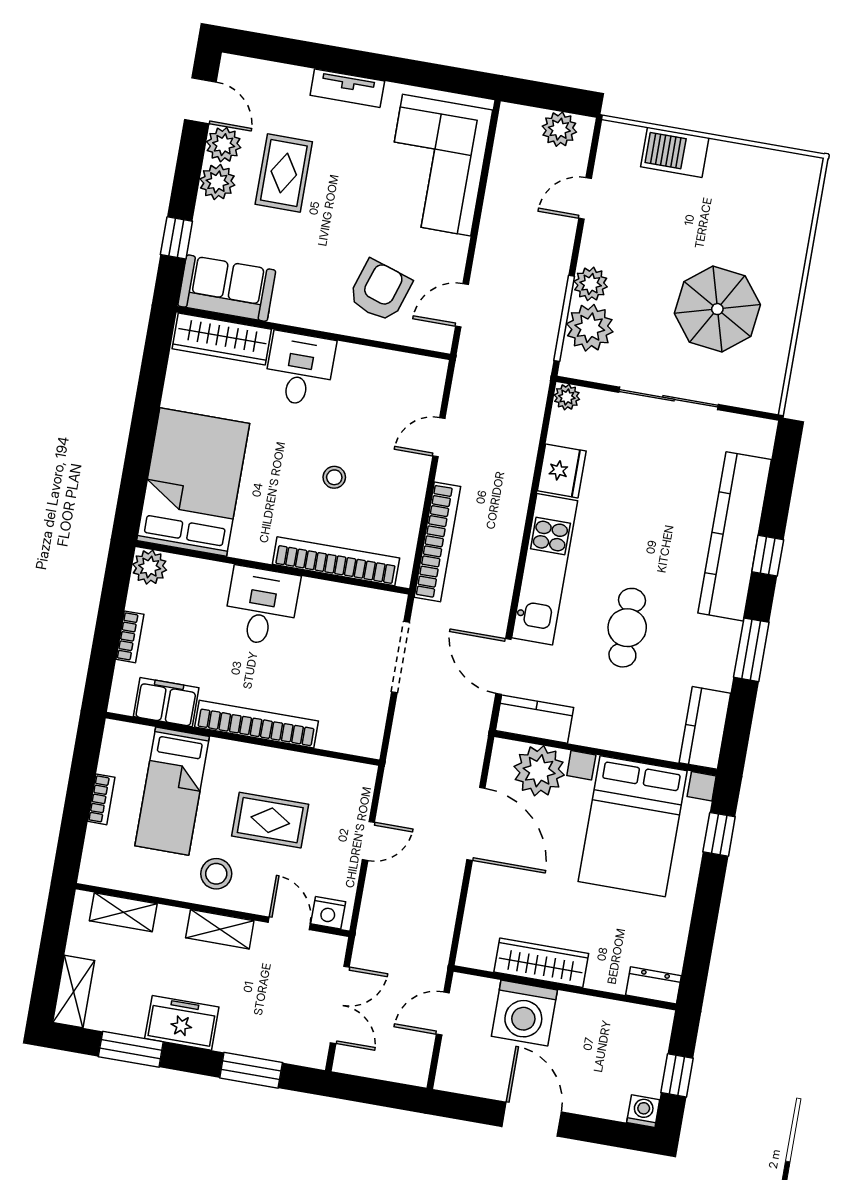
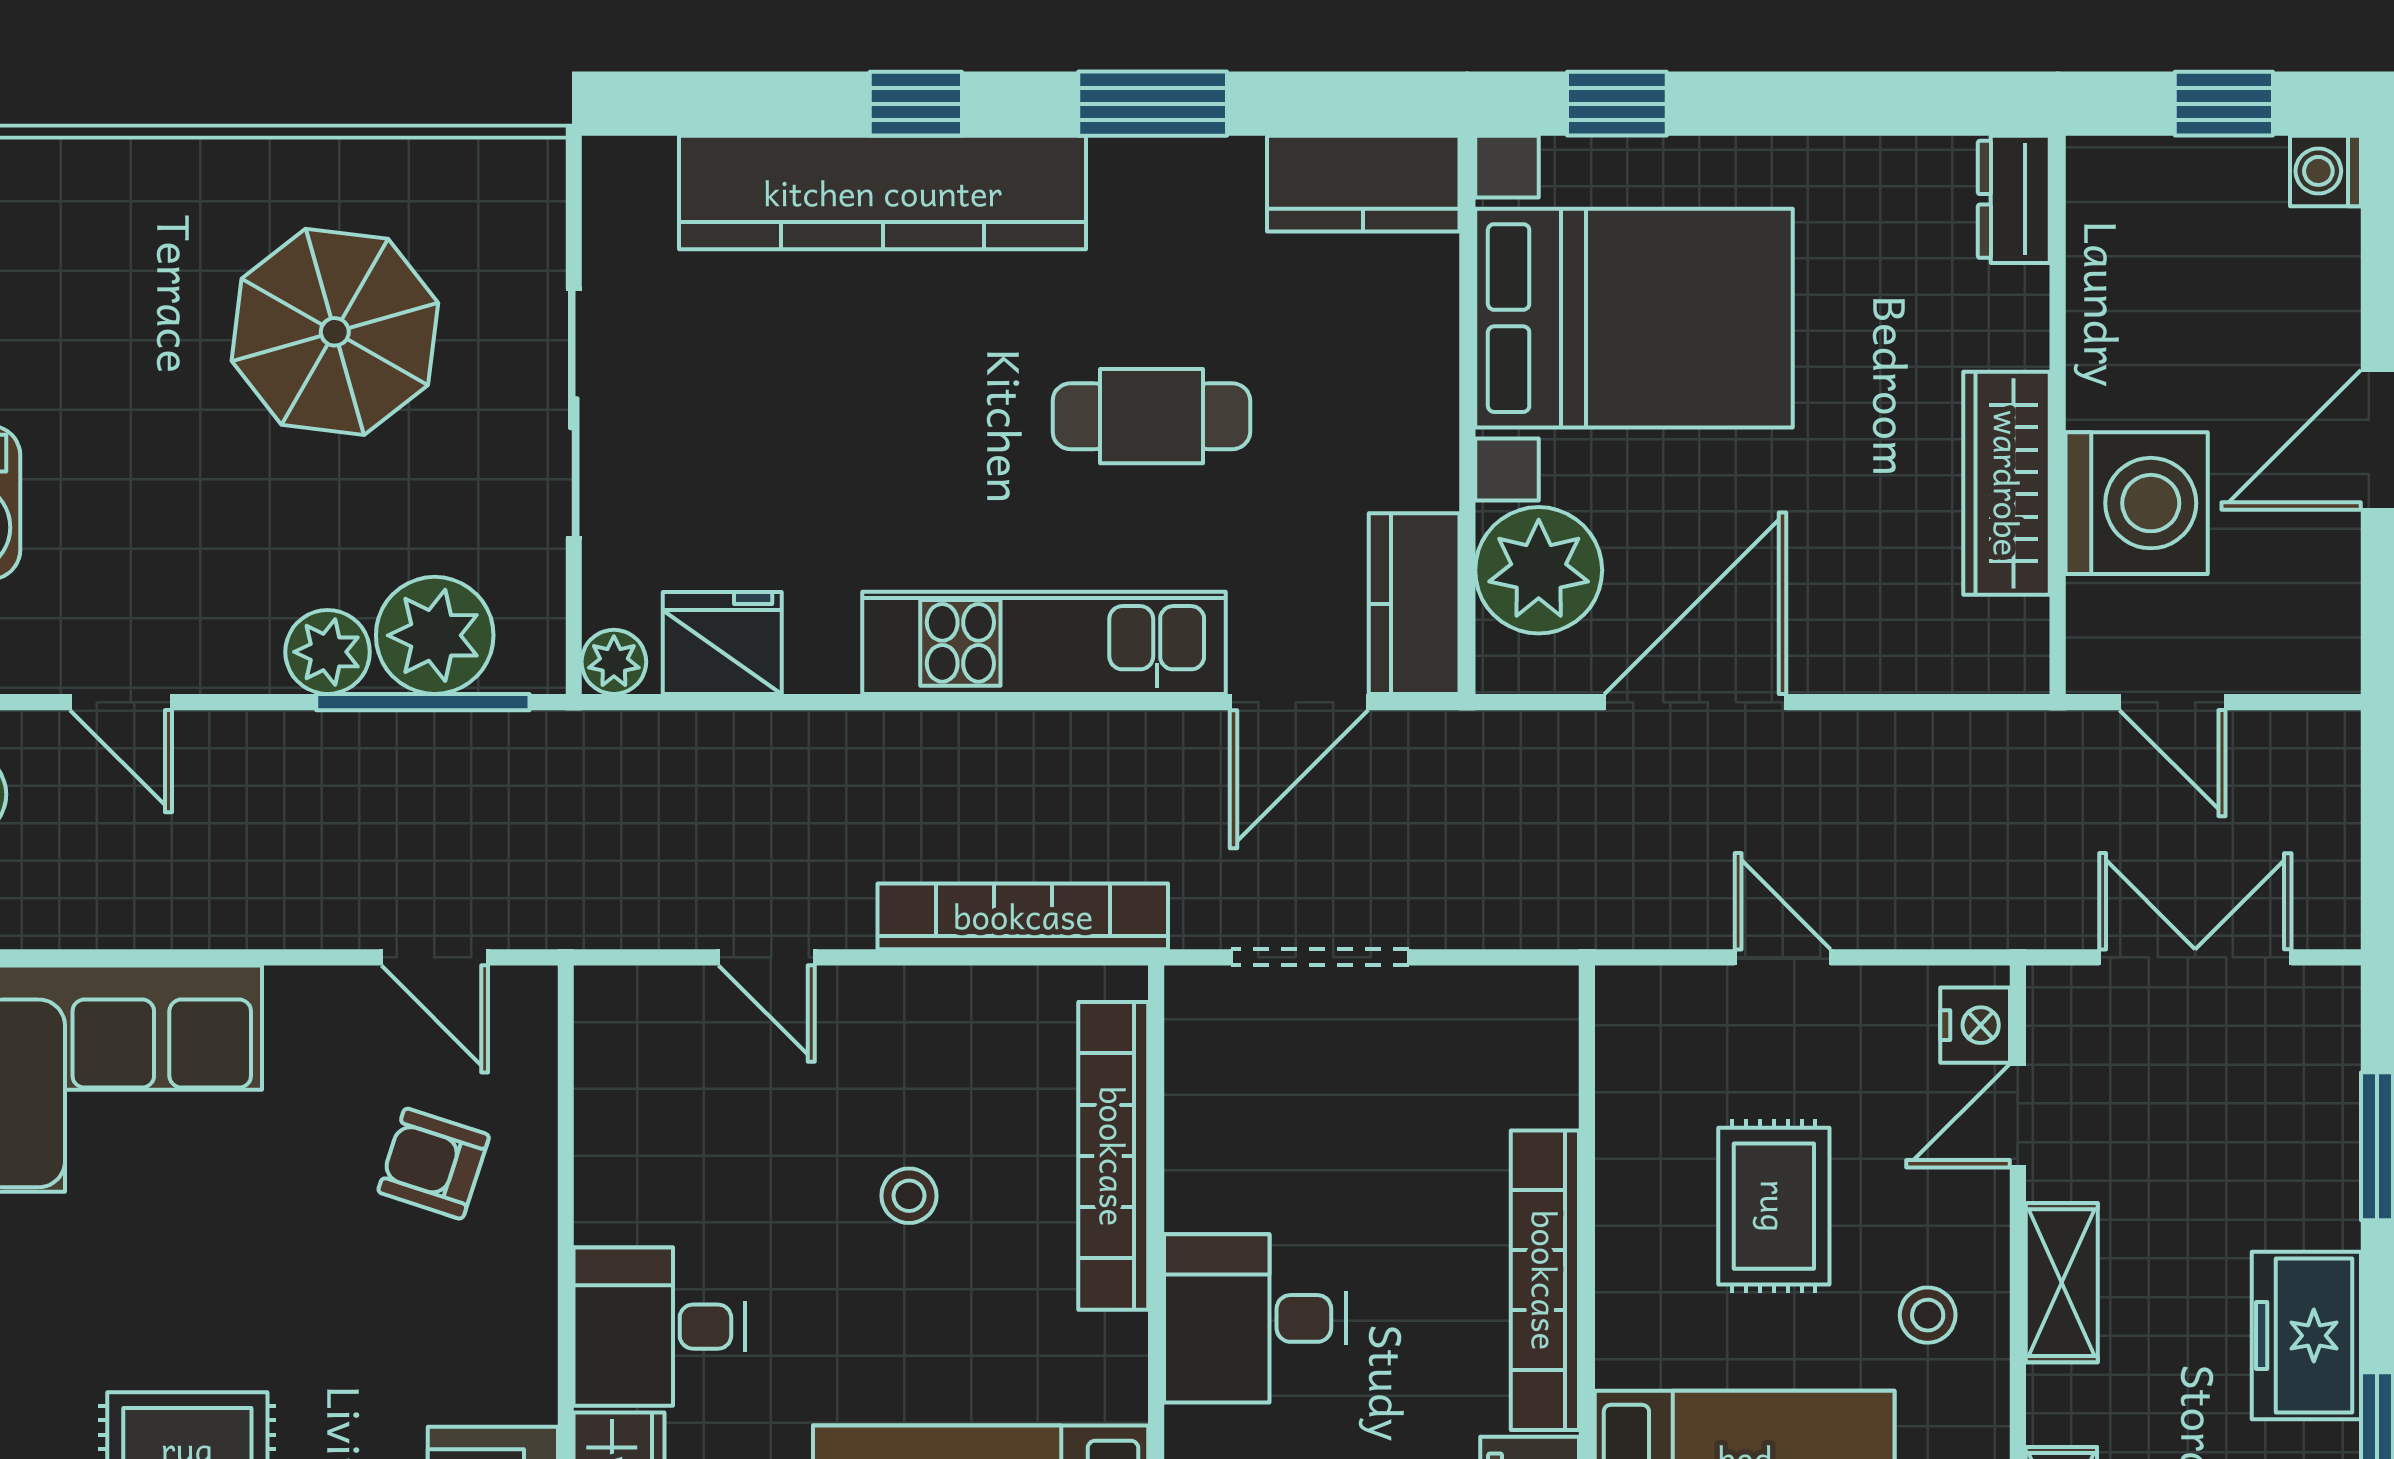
armchair: (380, 291) -> (434, 1164), width x0.72, depth x0.72
fridge: (562, 471) -> (722, 643), moved
stool: (216, 874) -> (1928, 1315), width x0.73, depth x0.73

